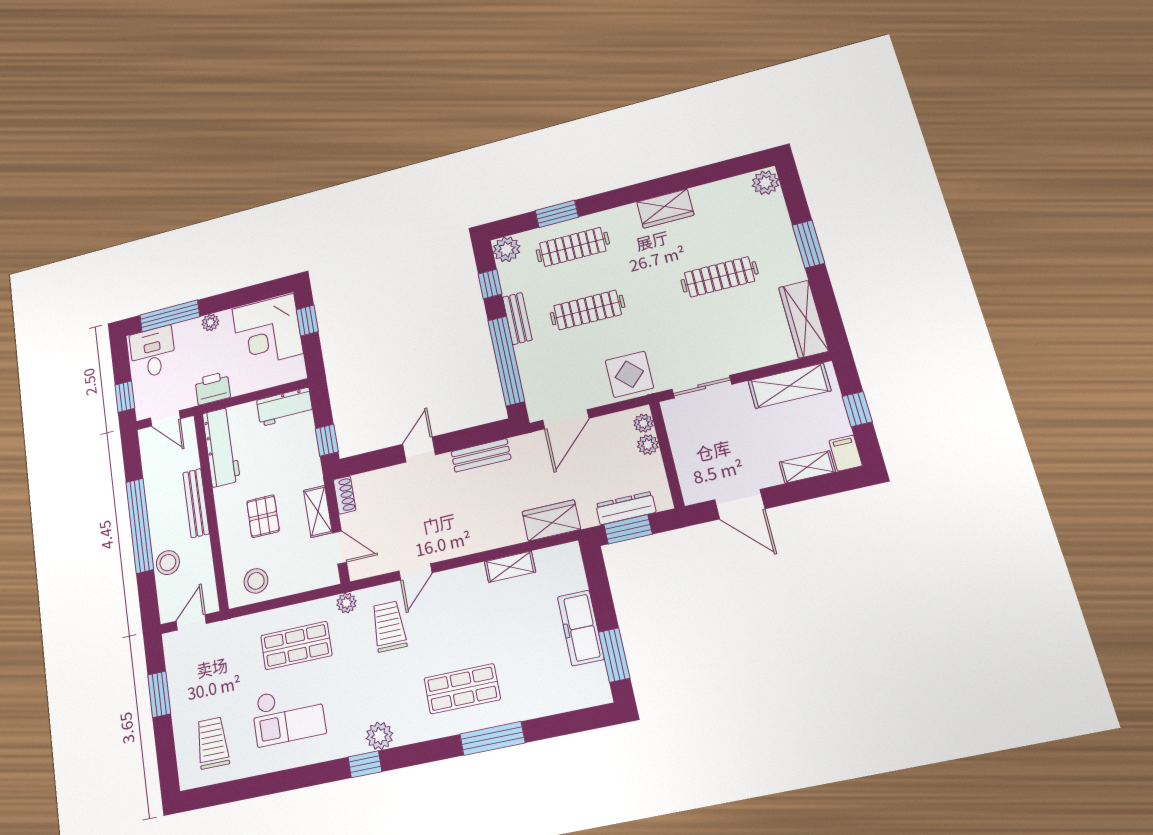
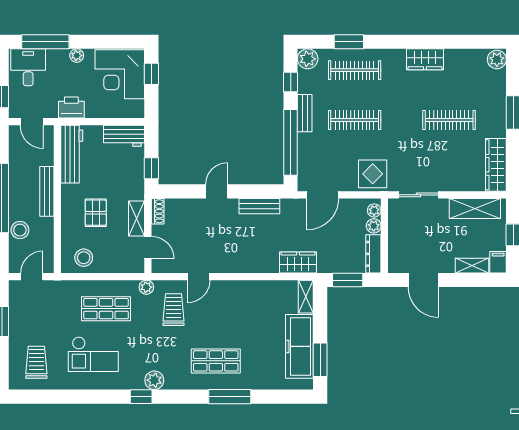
dresser: (626, 508) -> (373, 254), moved, turned -90
shelving: (510, 567) -> (306, 297), moved, turned 90
freezer: (581, 628) -> (299, 346), width x1.36, depth x1.26

